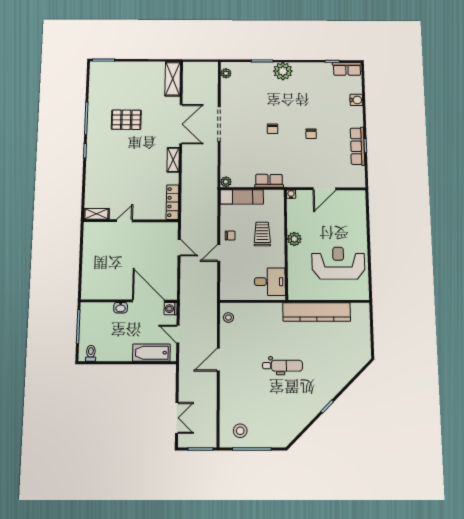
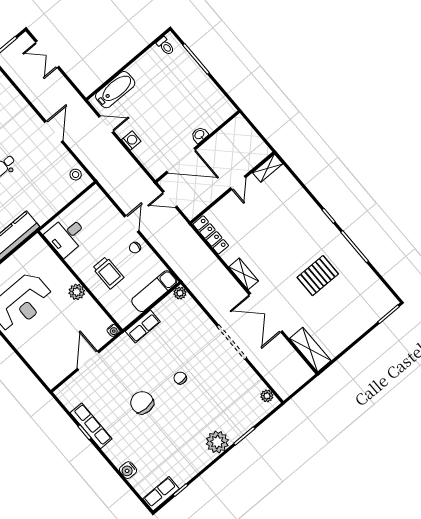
chair: (311, 134) -> (142, 403), width x1.87, depth x1.87
wall: (129, 301) -> (198, 146), moved
door: (148, 301) -> (181, 161), moved
washbasin: (121, 308) -> (200, 135), moved

